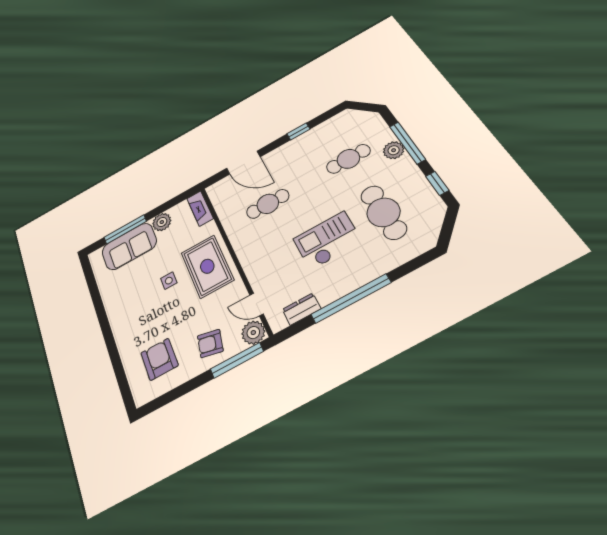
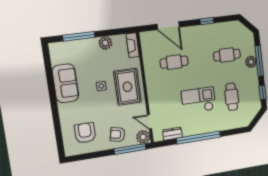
cafe table: (383, 212) -> (232, 97), width x0.73, depth x0.74
sofa: (129, 246) -> (65, 83), moved, turned -90

